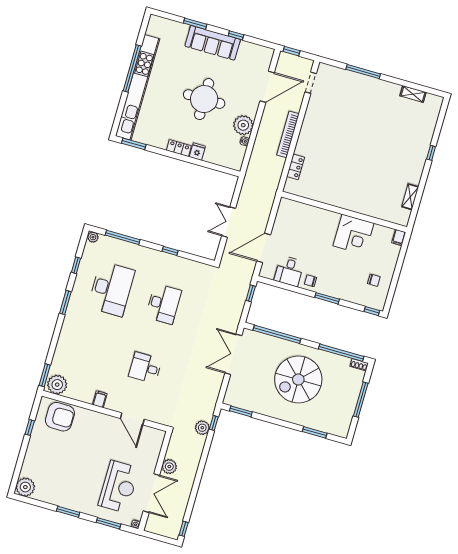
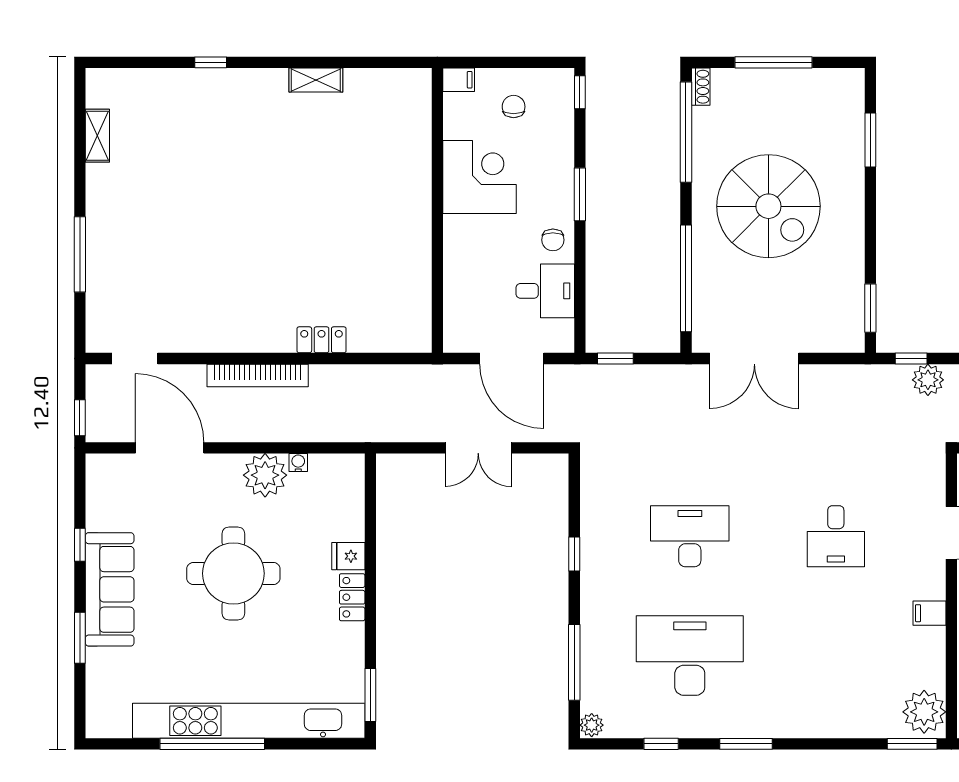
wall: (344, 212) -> (437, 210), moved
corner desk: (353, 234) -> (480, 177), moved
filing cabinet: (399, 237) -> (459, 80), moved

